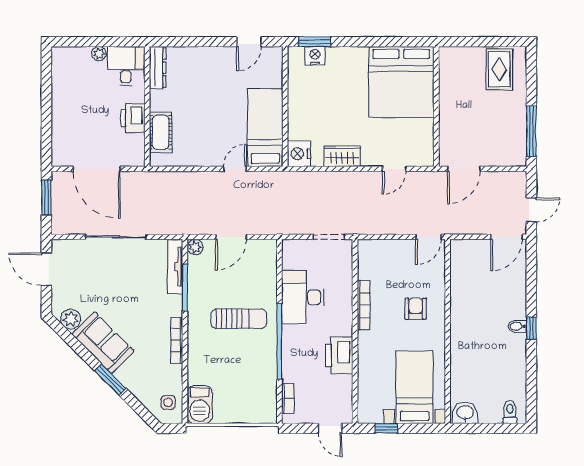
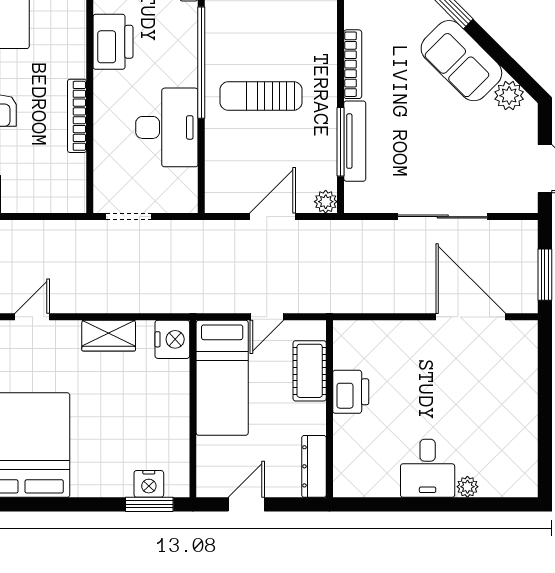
dresser: (158, 68) -> (314, 466), moved
wall: (147, 107) -> (329, 409), moved
printer: (133, 118) -> (351, 392), moved
cot: (161, 132) -> (310, 371), moved
tv unit: (175, 267) -> (355, 141), moved

